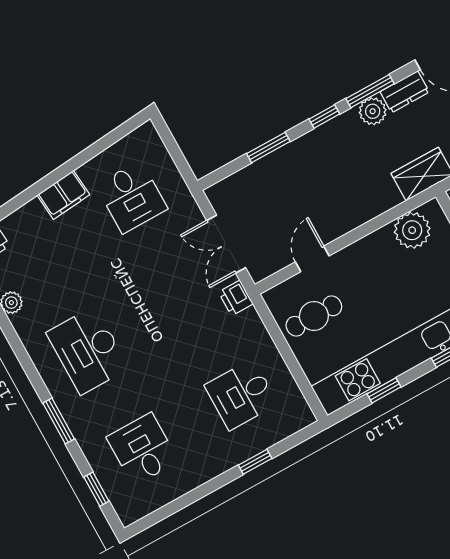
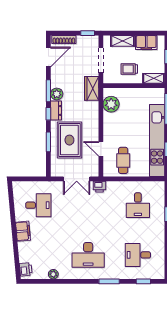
dresser: (405, 92) -> (56, 110), moved
rug: (295, 187) -> (69, 140), added

